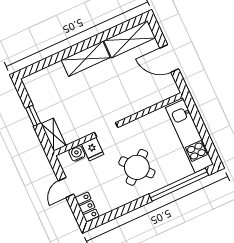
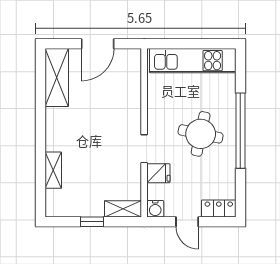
shelving: (86, 59) -> (53, 170), moved, width x0.67, depth x0.75
water cooler: (77, 153) -> (155, 209), moved, turned -90
round table: (137, 167) -> (201, 134), turned -36
window: (179, 185) -> (240, 131), moved

